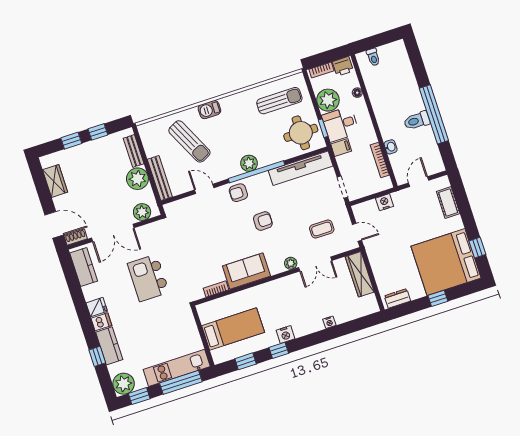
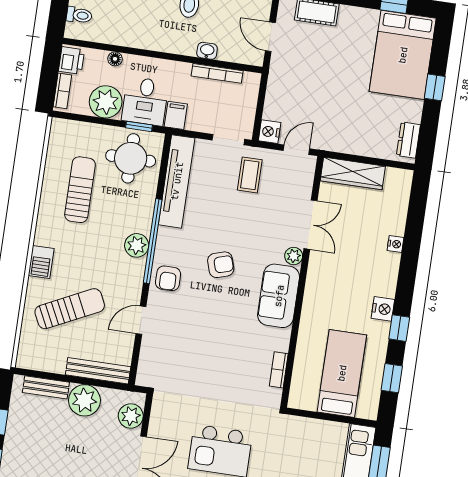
sun lounger: (279, 101) -> (80, 190), moved
nightstand: (385, 202) -> (270, 132), moved
armchair: (263, 221) -> (221, 265), turned 72
coffee table: (322, 229) -> (250, 175), moved
bed: (446, 262) -> (403, 55), width x0.73
sofa: (246, 271) -> (279, 296), moved

